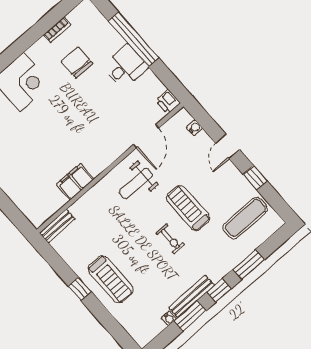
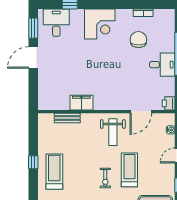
weight bench: (136, 184) -> (113, 132), turned -90
bench: (57, 226) -> (67, 118), moved
treadmill: (111, 279) -> (54, 172), turned 180

